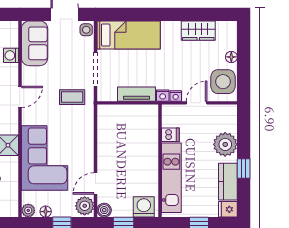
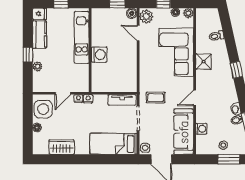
sofa: (35, 43) -> (184, 132), width x1.36
tv unit: (136, 94) -> (122, 100), moved
dishwasher: (170, 135) -> (82, 70), removed
plant: (225, 144) -> (37, 66), width x0.53, depth x0.53
window: (244, 169) -> (28, 55), moved
door: (96, 184) -> (138, 33), swing flipped
washing machine: (144, 207) -> (99, 55), moved, turned -90

